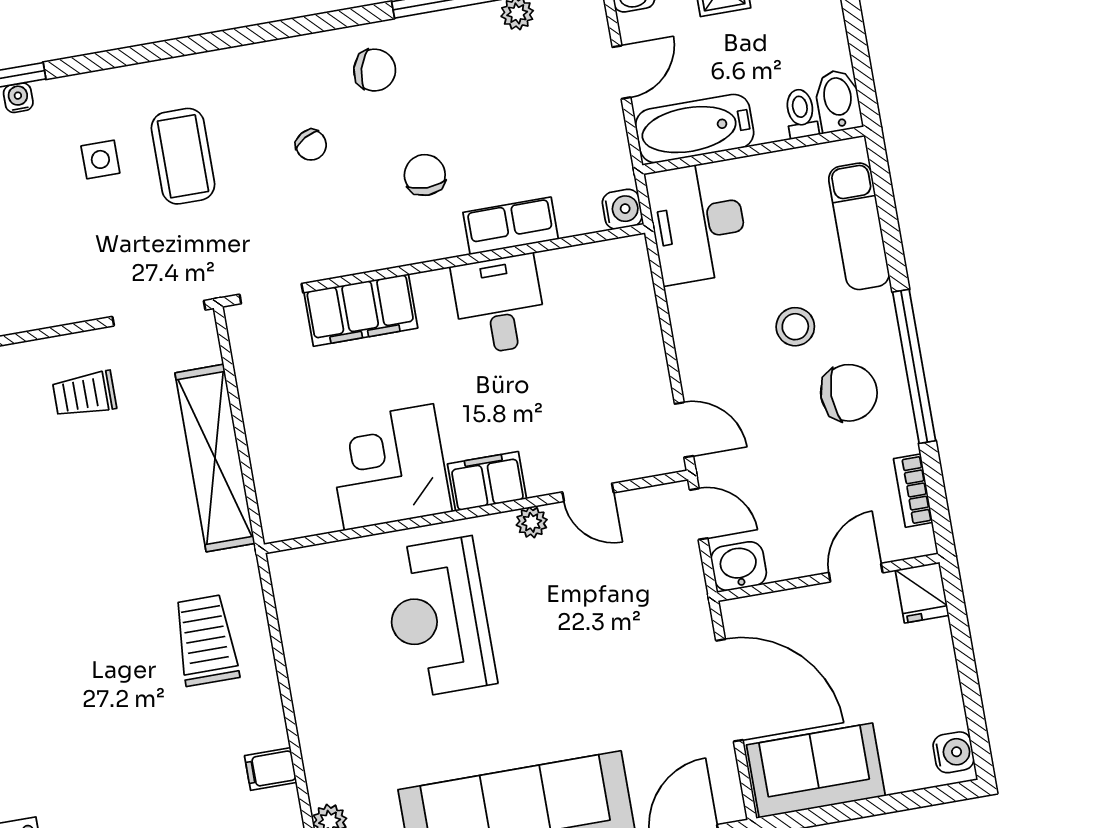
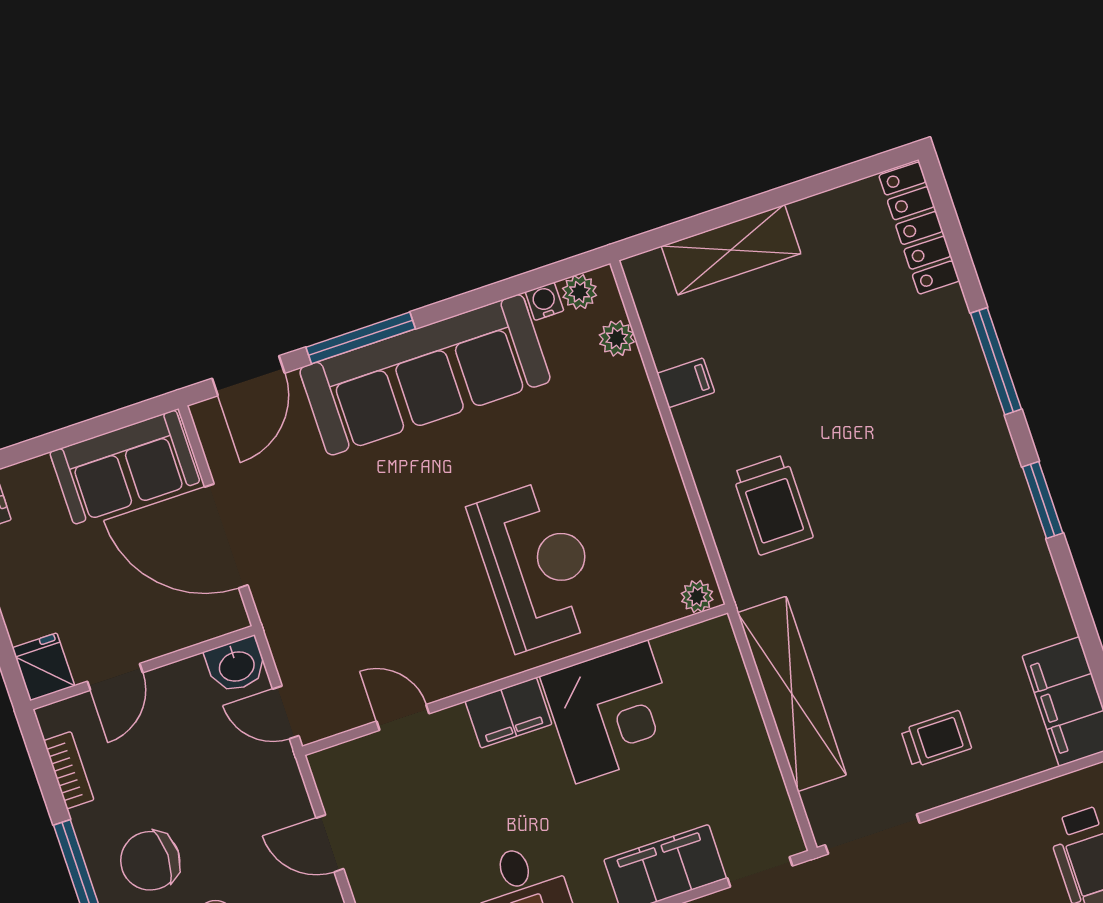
door: (684, 430) -> (330, 843), moved
plant: (532, 522) -> (697, 596), moved

